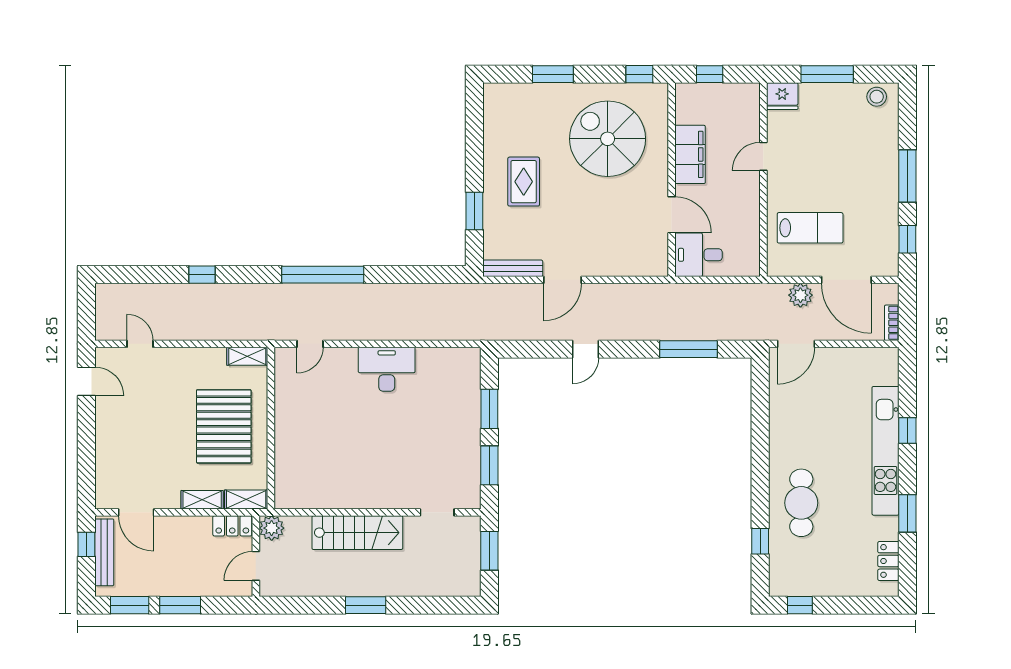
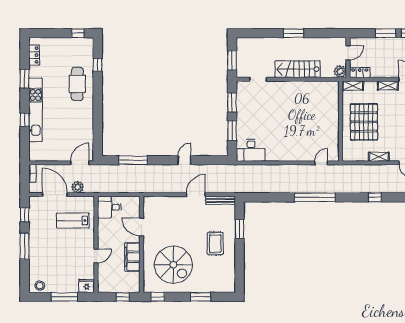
desk: (698, 255) -> (109, 207), moved, turned 180
shelving: (247, 356) -> (379, 157), moved
desk: (387, 369) -> (251, 150), moved
shelving: (202, 500) -> (388, 86), moved

